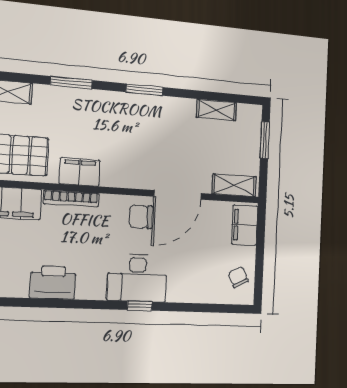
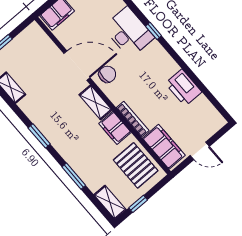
shelving: (234, 185) -> (96, 102), moved
chair: (141, 217) -> (107, 74), turned -90
desk: (137, 278) -> (129, 32), moved

